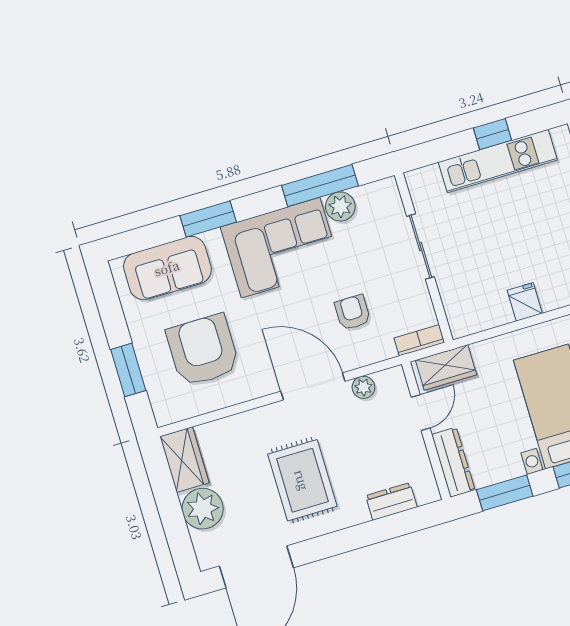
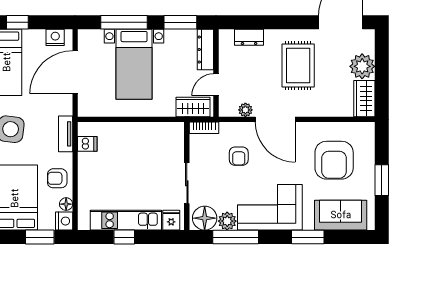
floor lamp: (377, 201) -> (205, 218), added
fridge: (525, 302) -> (171, 220), moved, turned 180
window: (128, 370) -> (382, 180), moved

